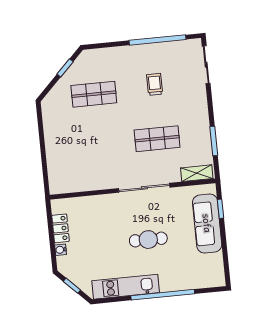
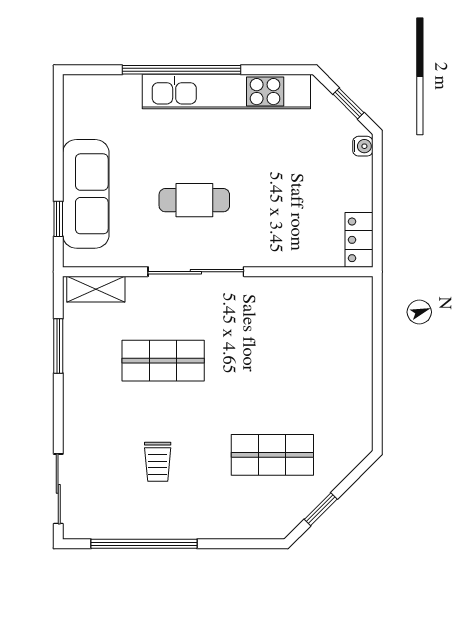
locker: (61, 228) -> (359, 240), moved
cafe table: (148, 240) -> (194, 200), moved
water cooler: (61, 250) -> (363, 146), moved
kitchen unit: (126, 287) -> (226, 92), width x1.36

